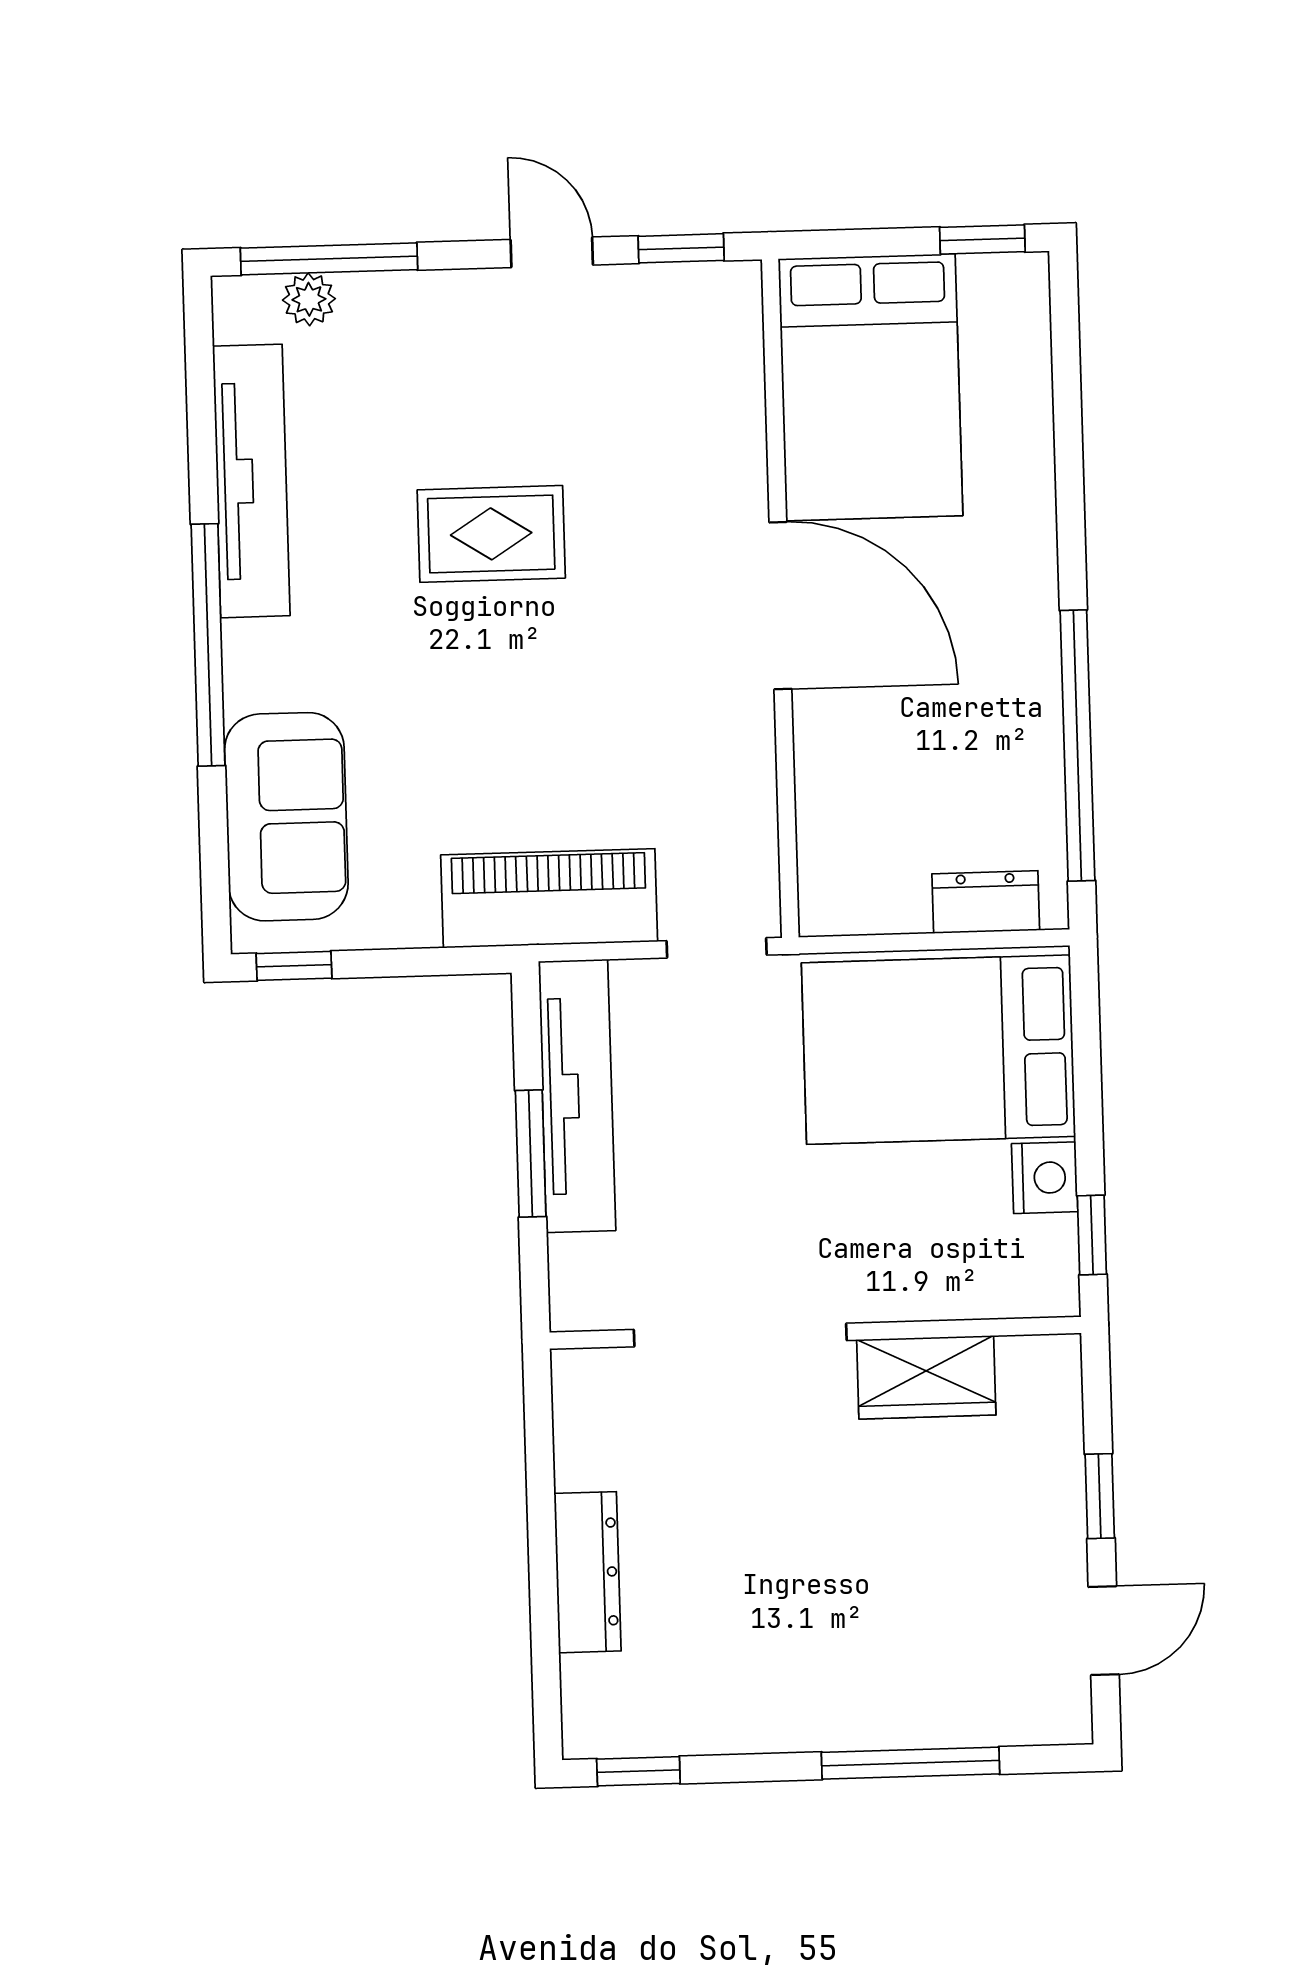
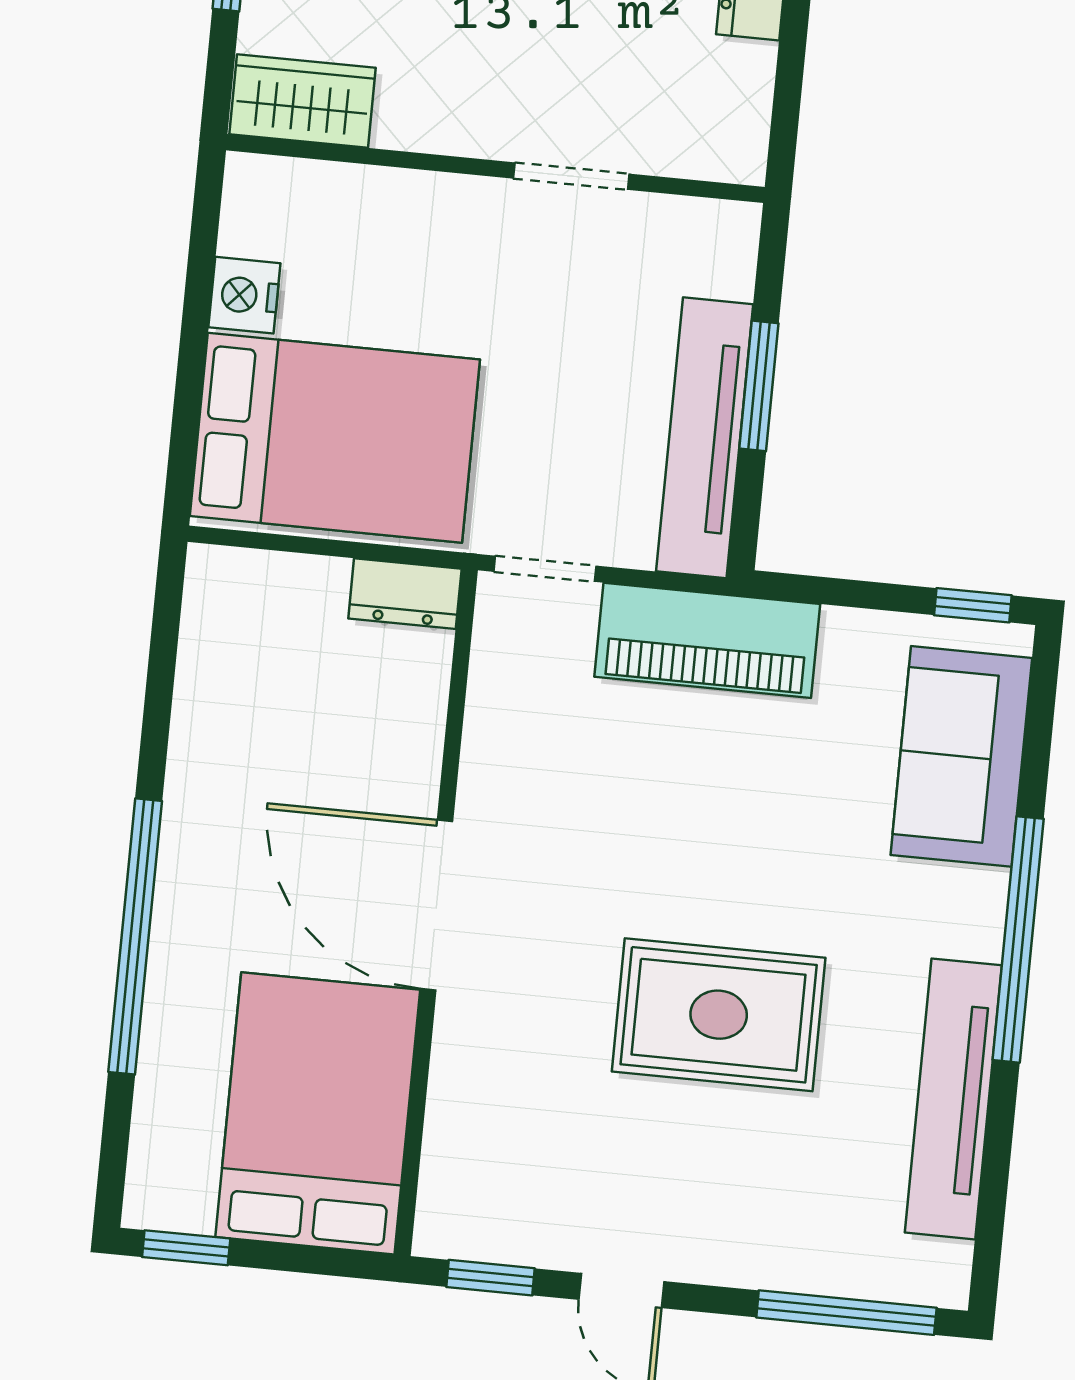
plant: (309, 299) -> (872, 1274), removed
rug: (491, 534) -> (719, 1015), width x1.36, depth x1.43
window: (1077, 746) -> (135, 936), moved
dresser: (986, 902) -> (405, 594), moved
window: (1092, 1235) -> (204, 231), removed
doorway: (740, 1335) -> (571, 176), width x0.53
wardrobe: (926, 1377) -> (302, 101), moved

